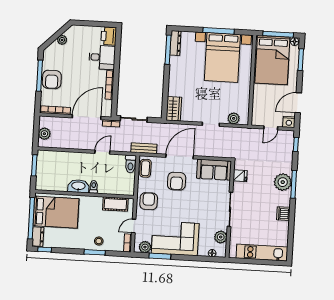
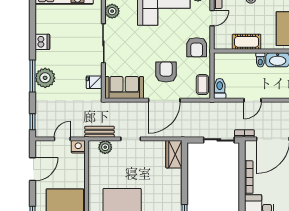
nightstand: (289, 122) -> (78, 147), moved
bench: (144, 148) -> (99, 132), moved
cot: (115, 204) -> (247, 42), moved

